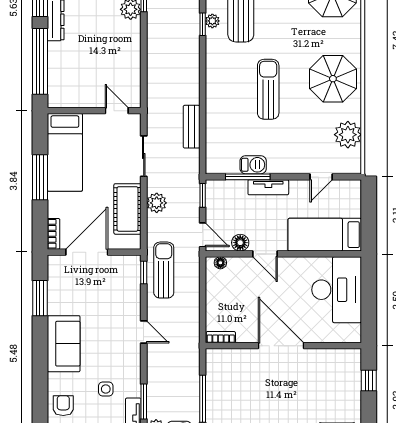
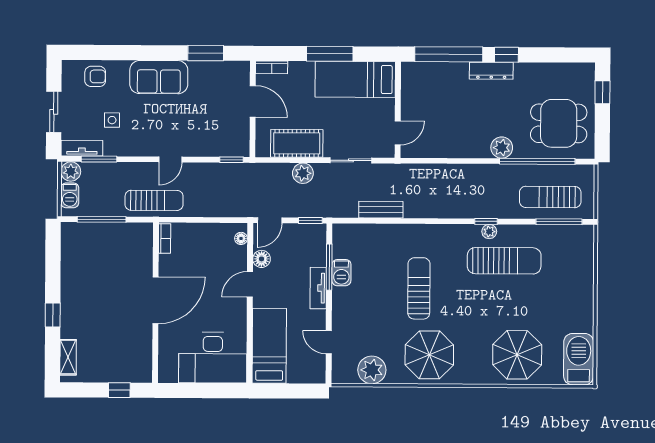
sun lounger: (268, 89) -> (419, 288), turned -90
door: (87, 252) -> (253, 101), width x0.73
sun lounger: (164, 270) -> (154, 200), moved

